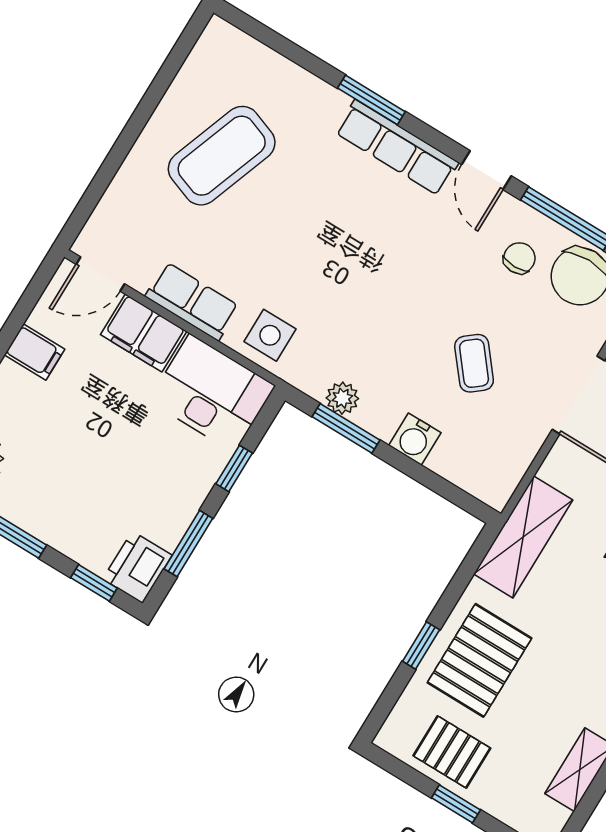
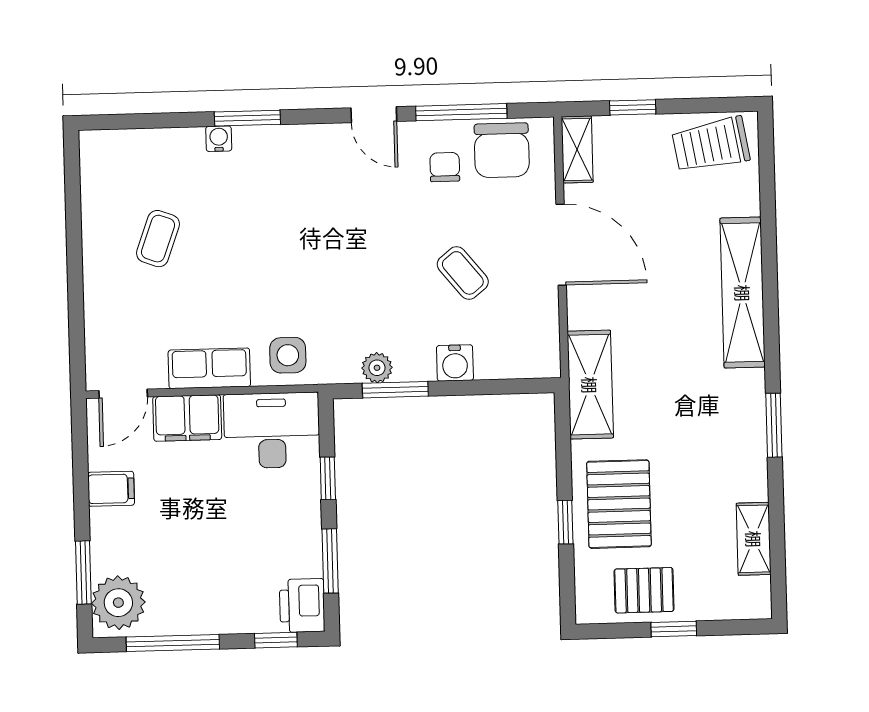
water cooler: (334, 102) -> (219, 139), added
row of seats: (397, 148) -> (292, 143), removed
coffee table: (222, 156) -> (158, 239), width x0.54, depth x0.58

